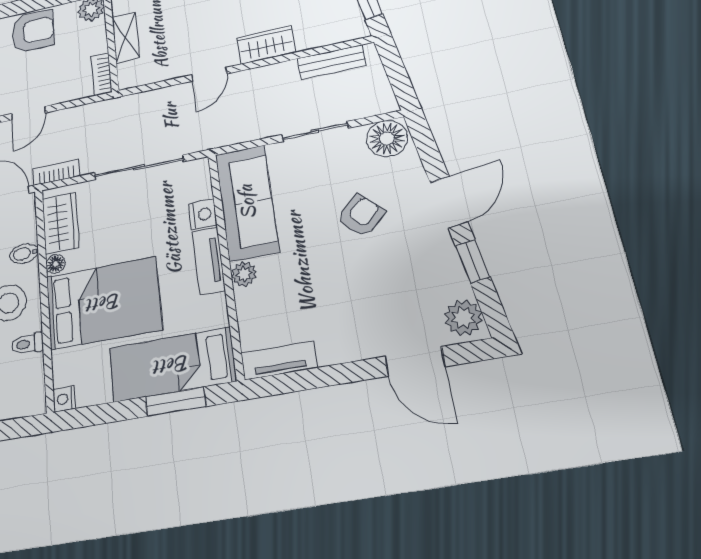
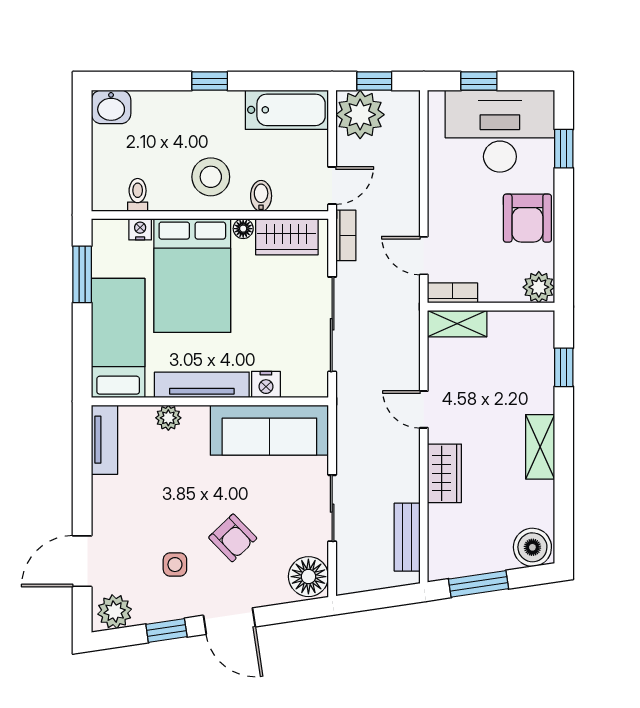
shelving: (126, 38) -> (457, 324), moved
door: (28, 113) -> (424, 256), moved
tv unit: (209, 261) -> (202, 385), width x1.41
side table: (400, 266) -> (175, 565), added
plant: (244, 274) -> (168, 418), moved
toilet: (27, 344) -> (138, 195), moved
nightstand: (64, 399) -> (140, 229), moved
window: (176, 402) -> (82, 274), moved

